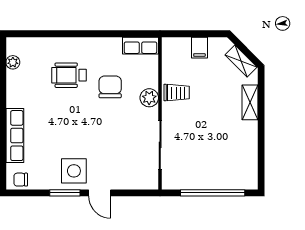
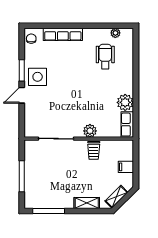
plant: (110, 49) -> (125, 102), added
wheelchair: (69, 75) -> (105, 56), moved
chair: (110, 87) -> (98, 103), removed
window: (261, 155) -> (49, 211), added
window: (213, 193) -> (22, 176), width x0.68

